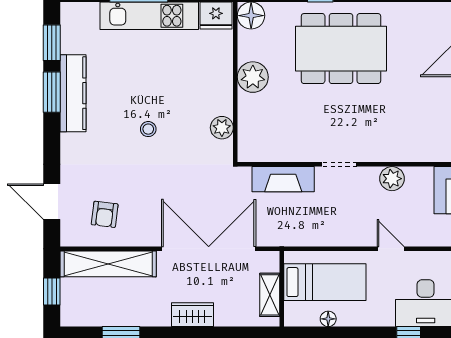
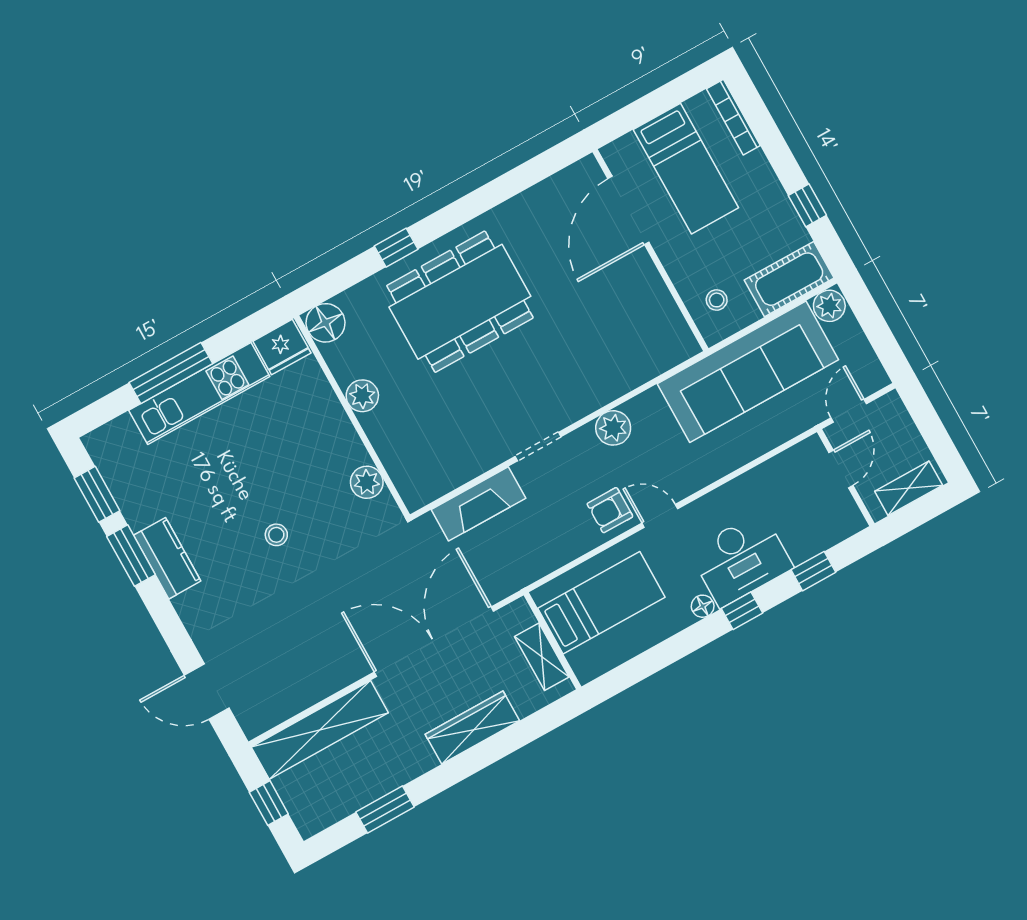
plant: (253, 77) -> (362, 396), width x0.73, depth x0.73
kitchen counter: (73, 93) -> (167, 558), width x0.67
armchair: (105, 214) -> (610, 510), moved, turned 83
wardrobe: (192, 315) -> (472, 727), width x1.50
floor lamp: (328, 319) -> (703, 606), moved

